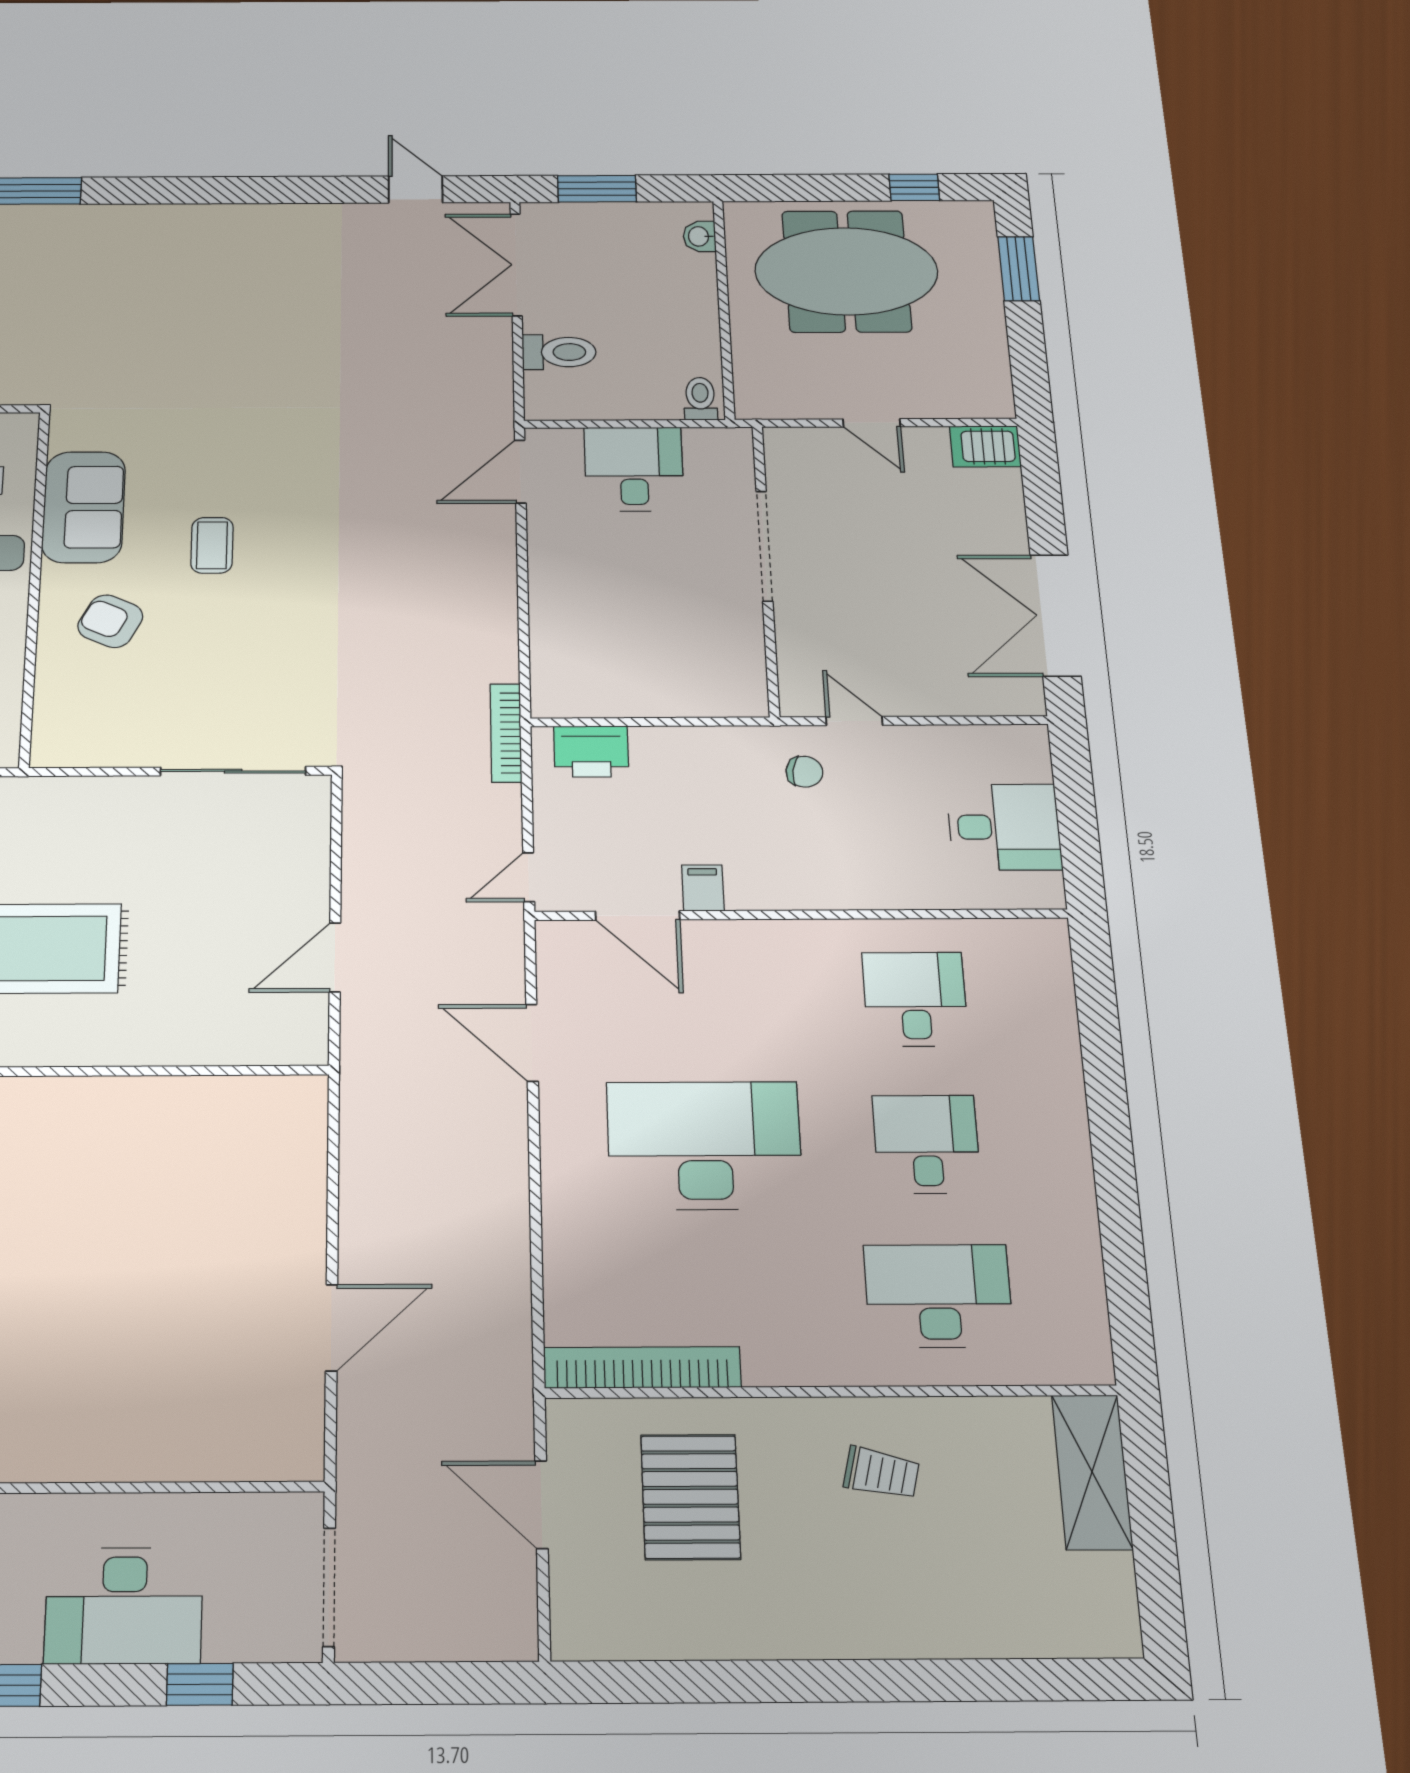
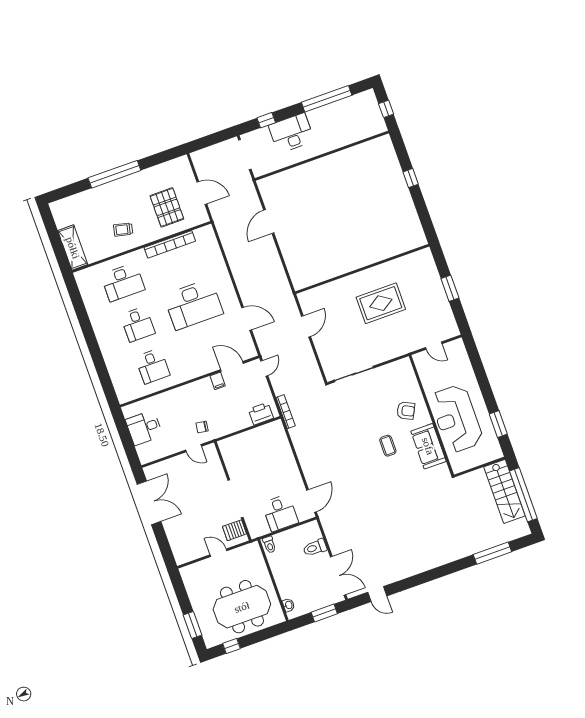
server rack: (985, 446) -> (235, 530), moved, turned 180
bookcase: (642, 1367) -> (170, 244), moved
window: (853, 1681) -> (114, 174), added

